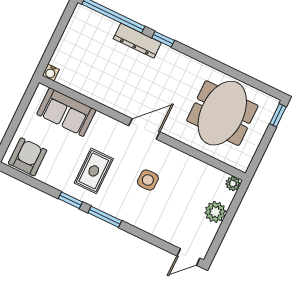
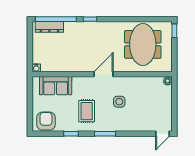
dresser: (137, 41) -> (49, 27), moved
window: (70, 200) -> (71, 134), moved
plant: (215, 212) -> (165, 101), removed

